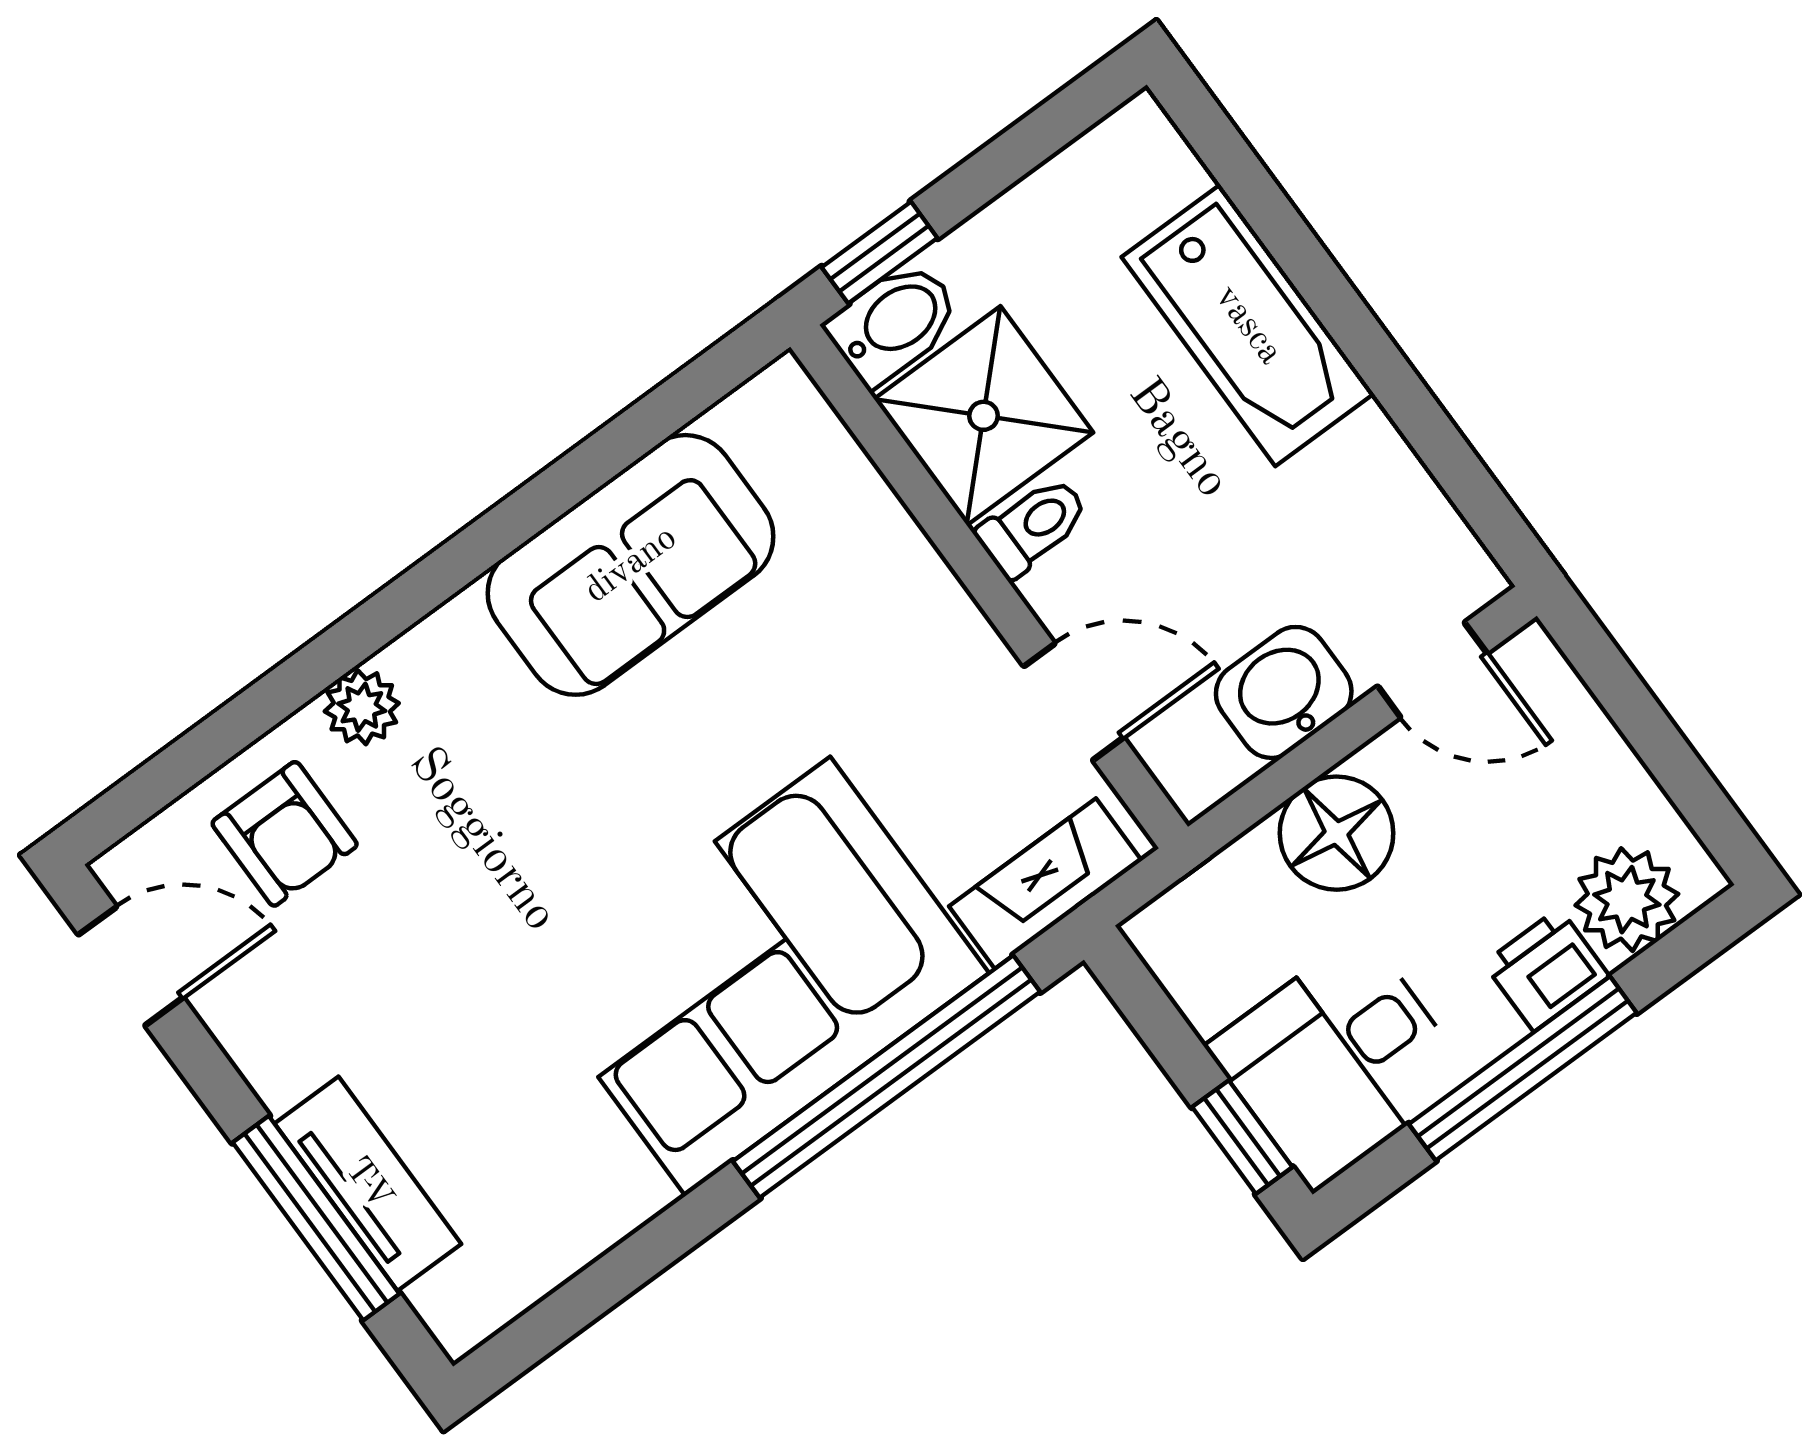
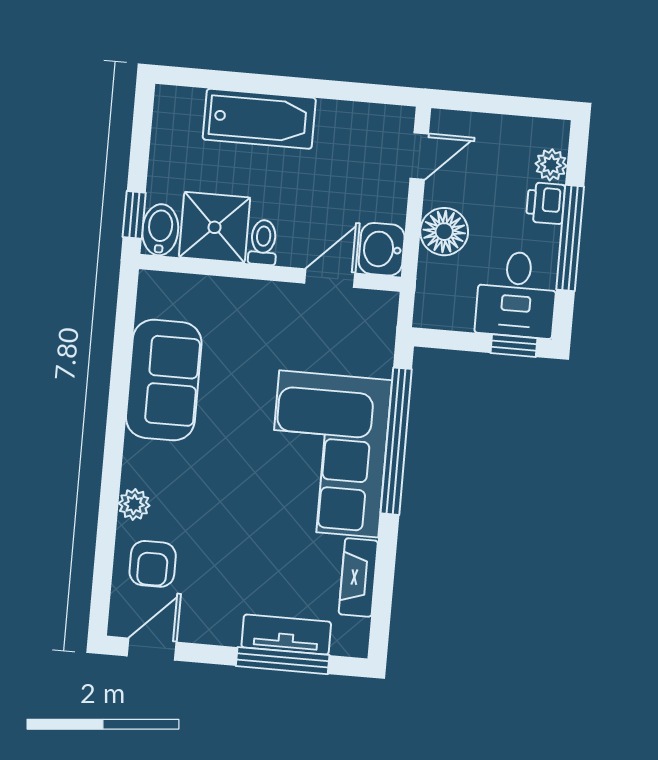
washbasin: (1284, 692) -> (382, 249), moved
armchair: (285, 834) -> (153, 564), turned 90
fireplace: (1045, 883) -> (358, 577), moved
plant: (1627, 900) -> (551, 165), width x0.73, depth x0.73

